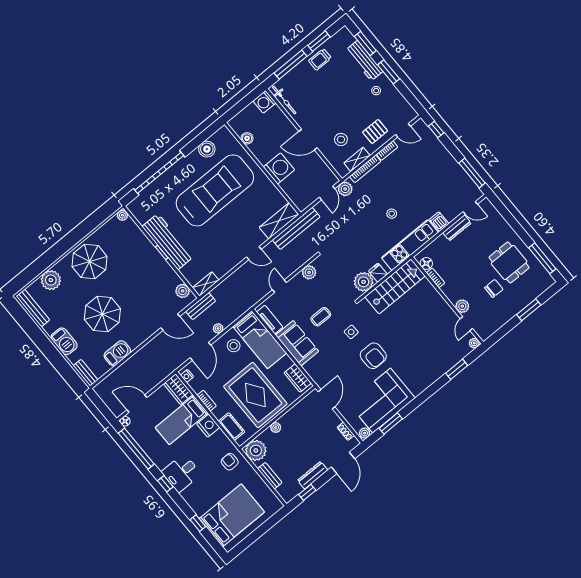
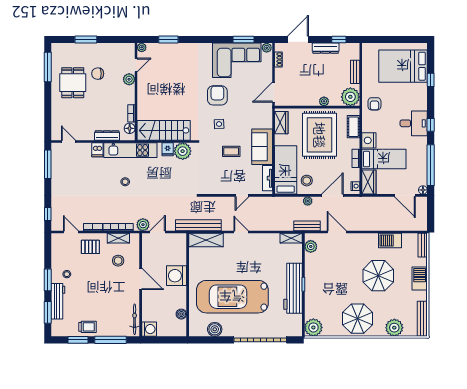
plant: (122, 215) -> (313, 327), width x1.87, depth x1.87
dresser: (457, 228) -> (107, 136), moved
plant: (309, 272) -> (214, 188), removed

